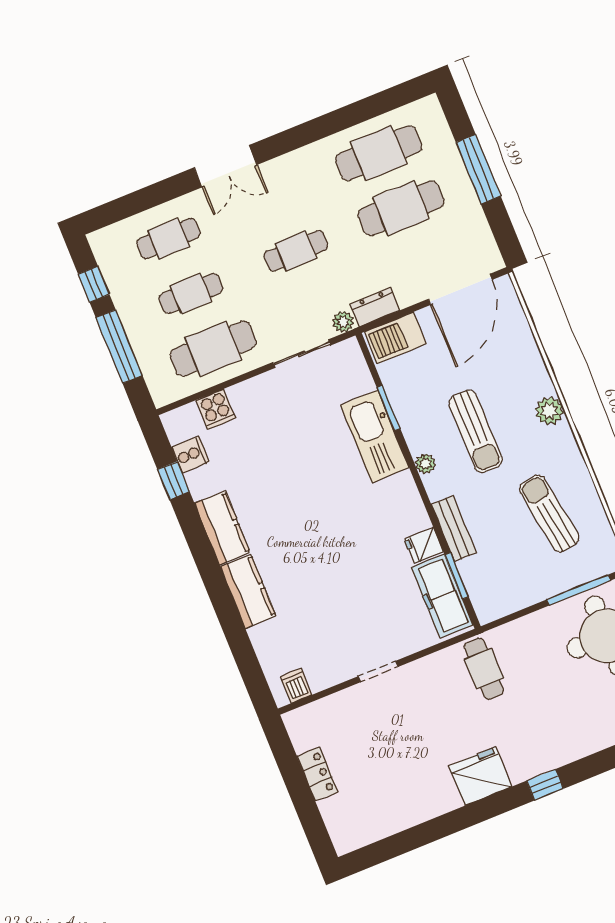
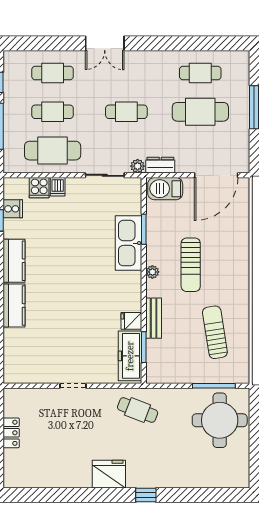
cafe table: (379, 153) -> (200, 73), width x0.73, depth x0.74
plant: (549, 411) -> (240, 270), removed
cafe table: (484, 669) -> (138, 410), turned -69
dishwasher: (296, 686) -> (58, 187), moved, turned 180

